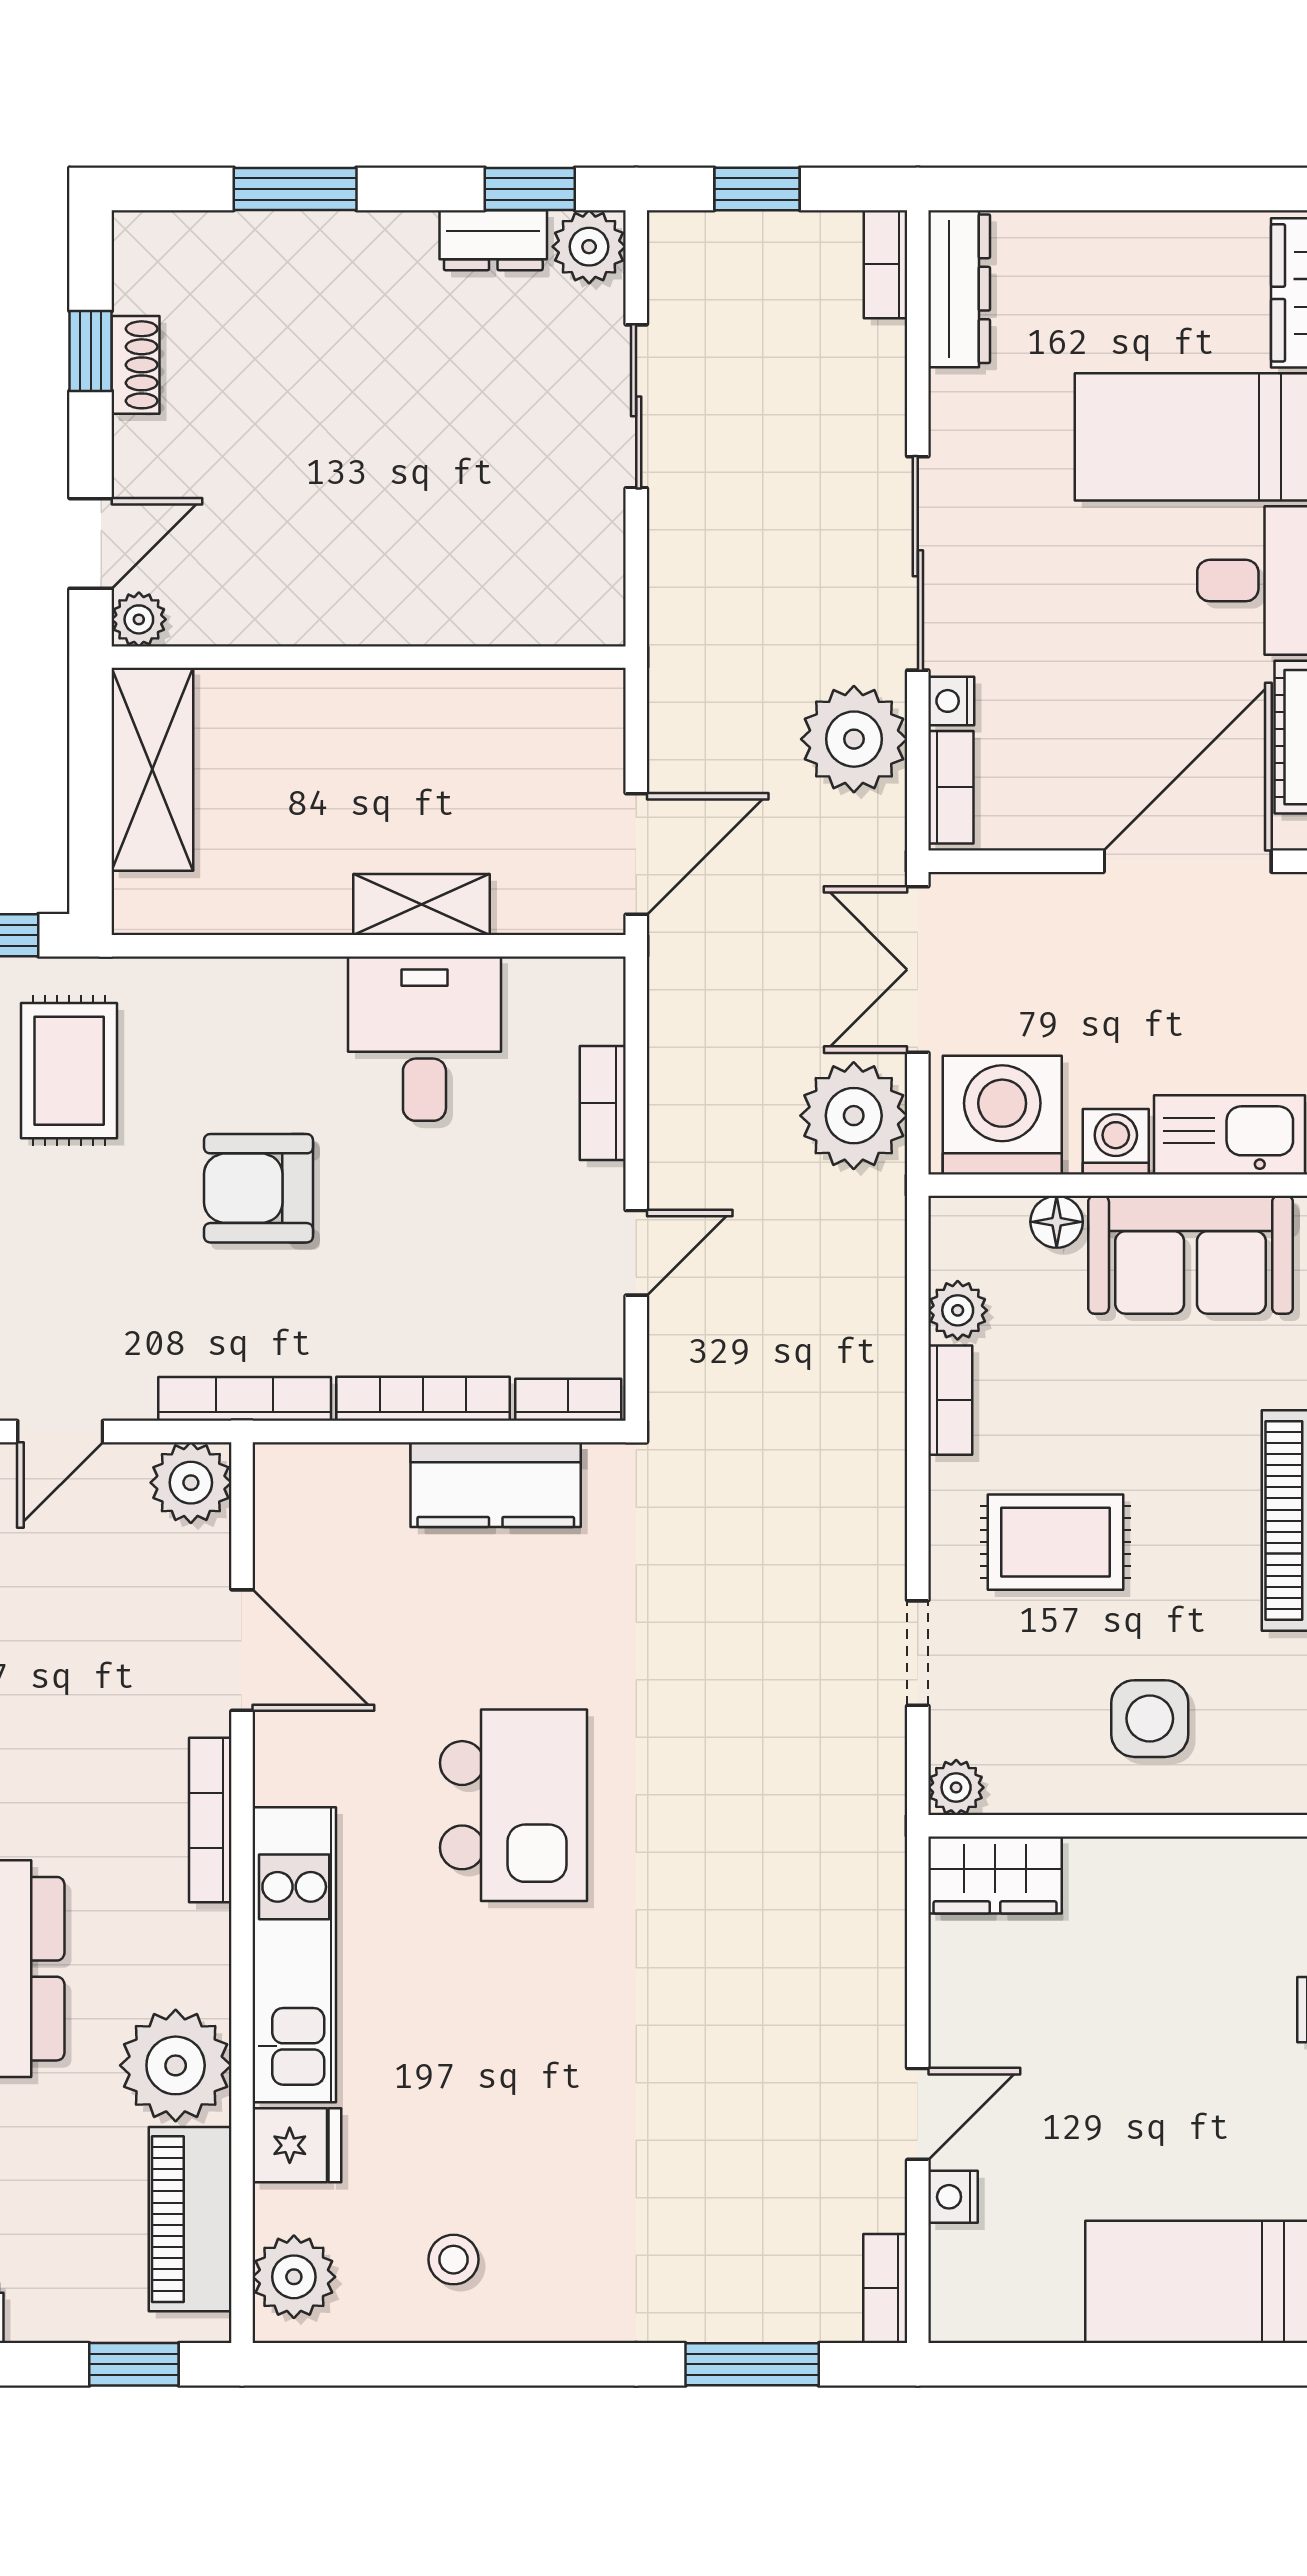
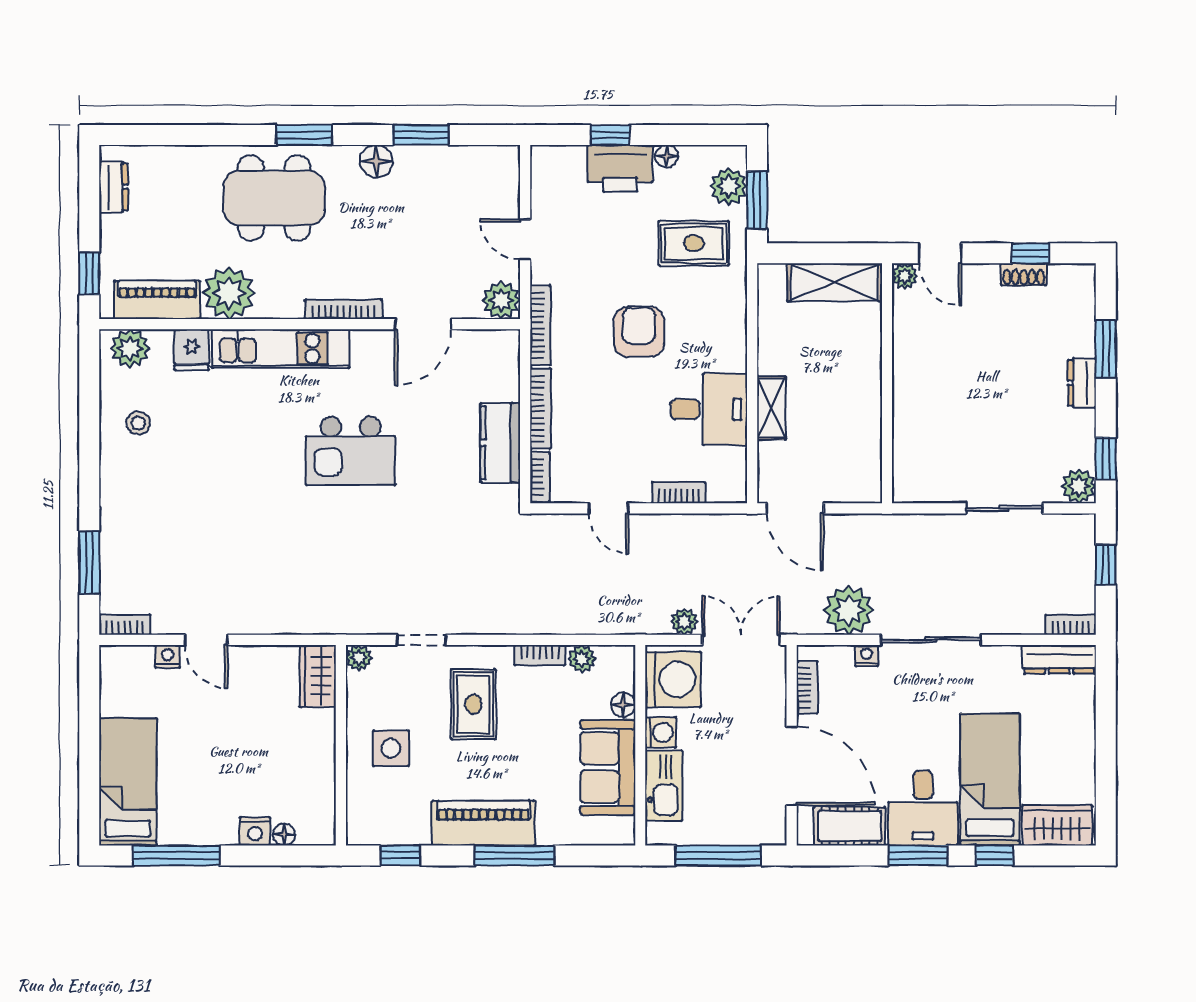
dresser: (493, 240) -> (1082, 383), moved
bookcase: (951, 787) -> (807, 687), moved, turned -90
plant: (854, 1116) -> (684, 622), width x0.53, depth x0.53

